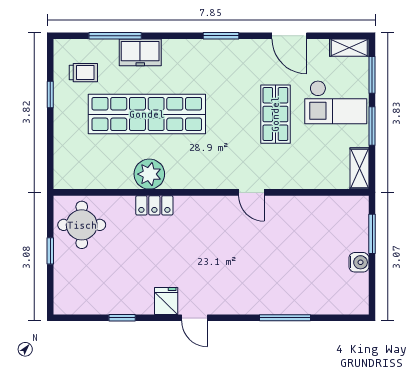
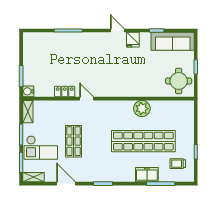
checkout: (336, 102) -> (41, 148), turned 180
locker: (154, 205) -> (65, 92), moved
water cooler: (359, 262) -> (28, 91), moved
sofa: (93, 298) -> (173, 41), added

